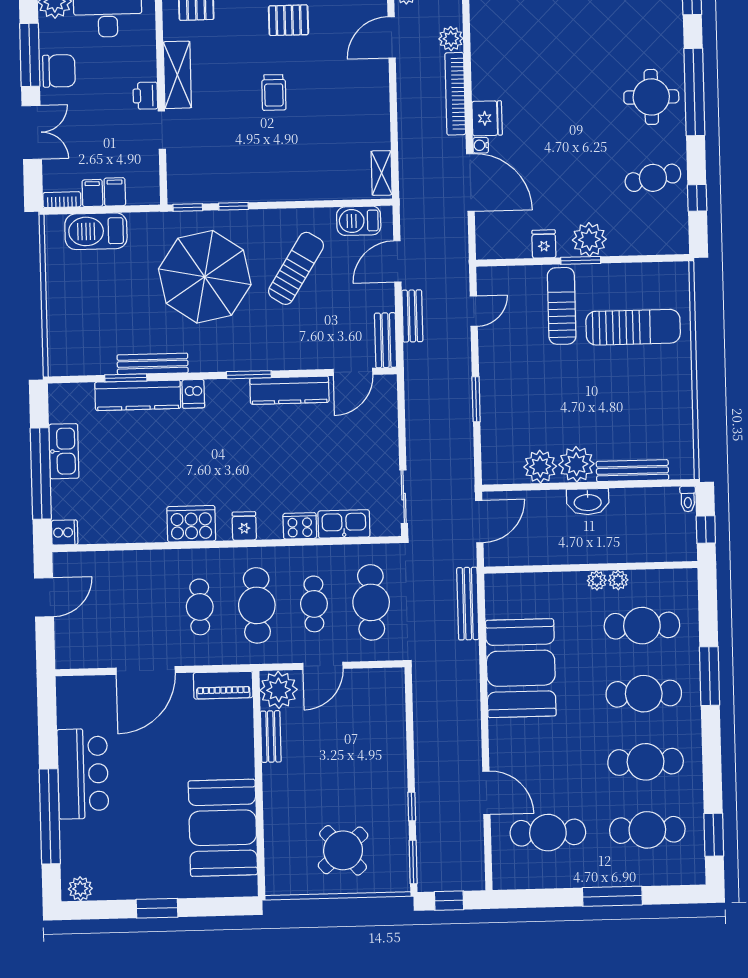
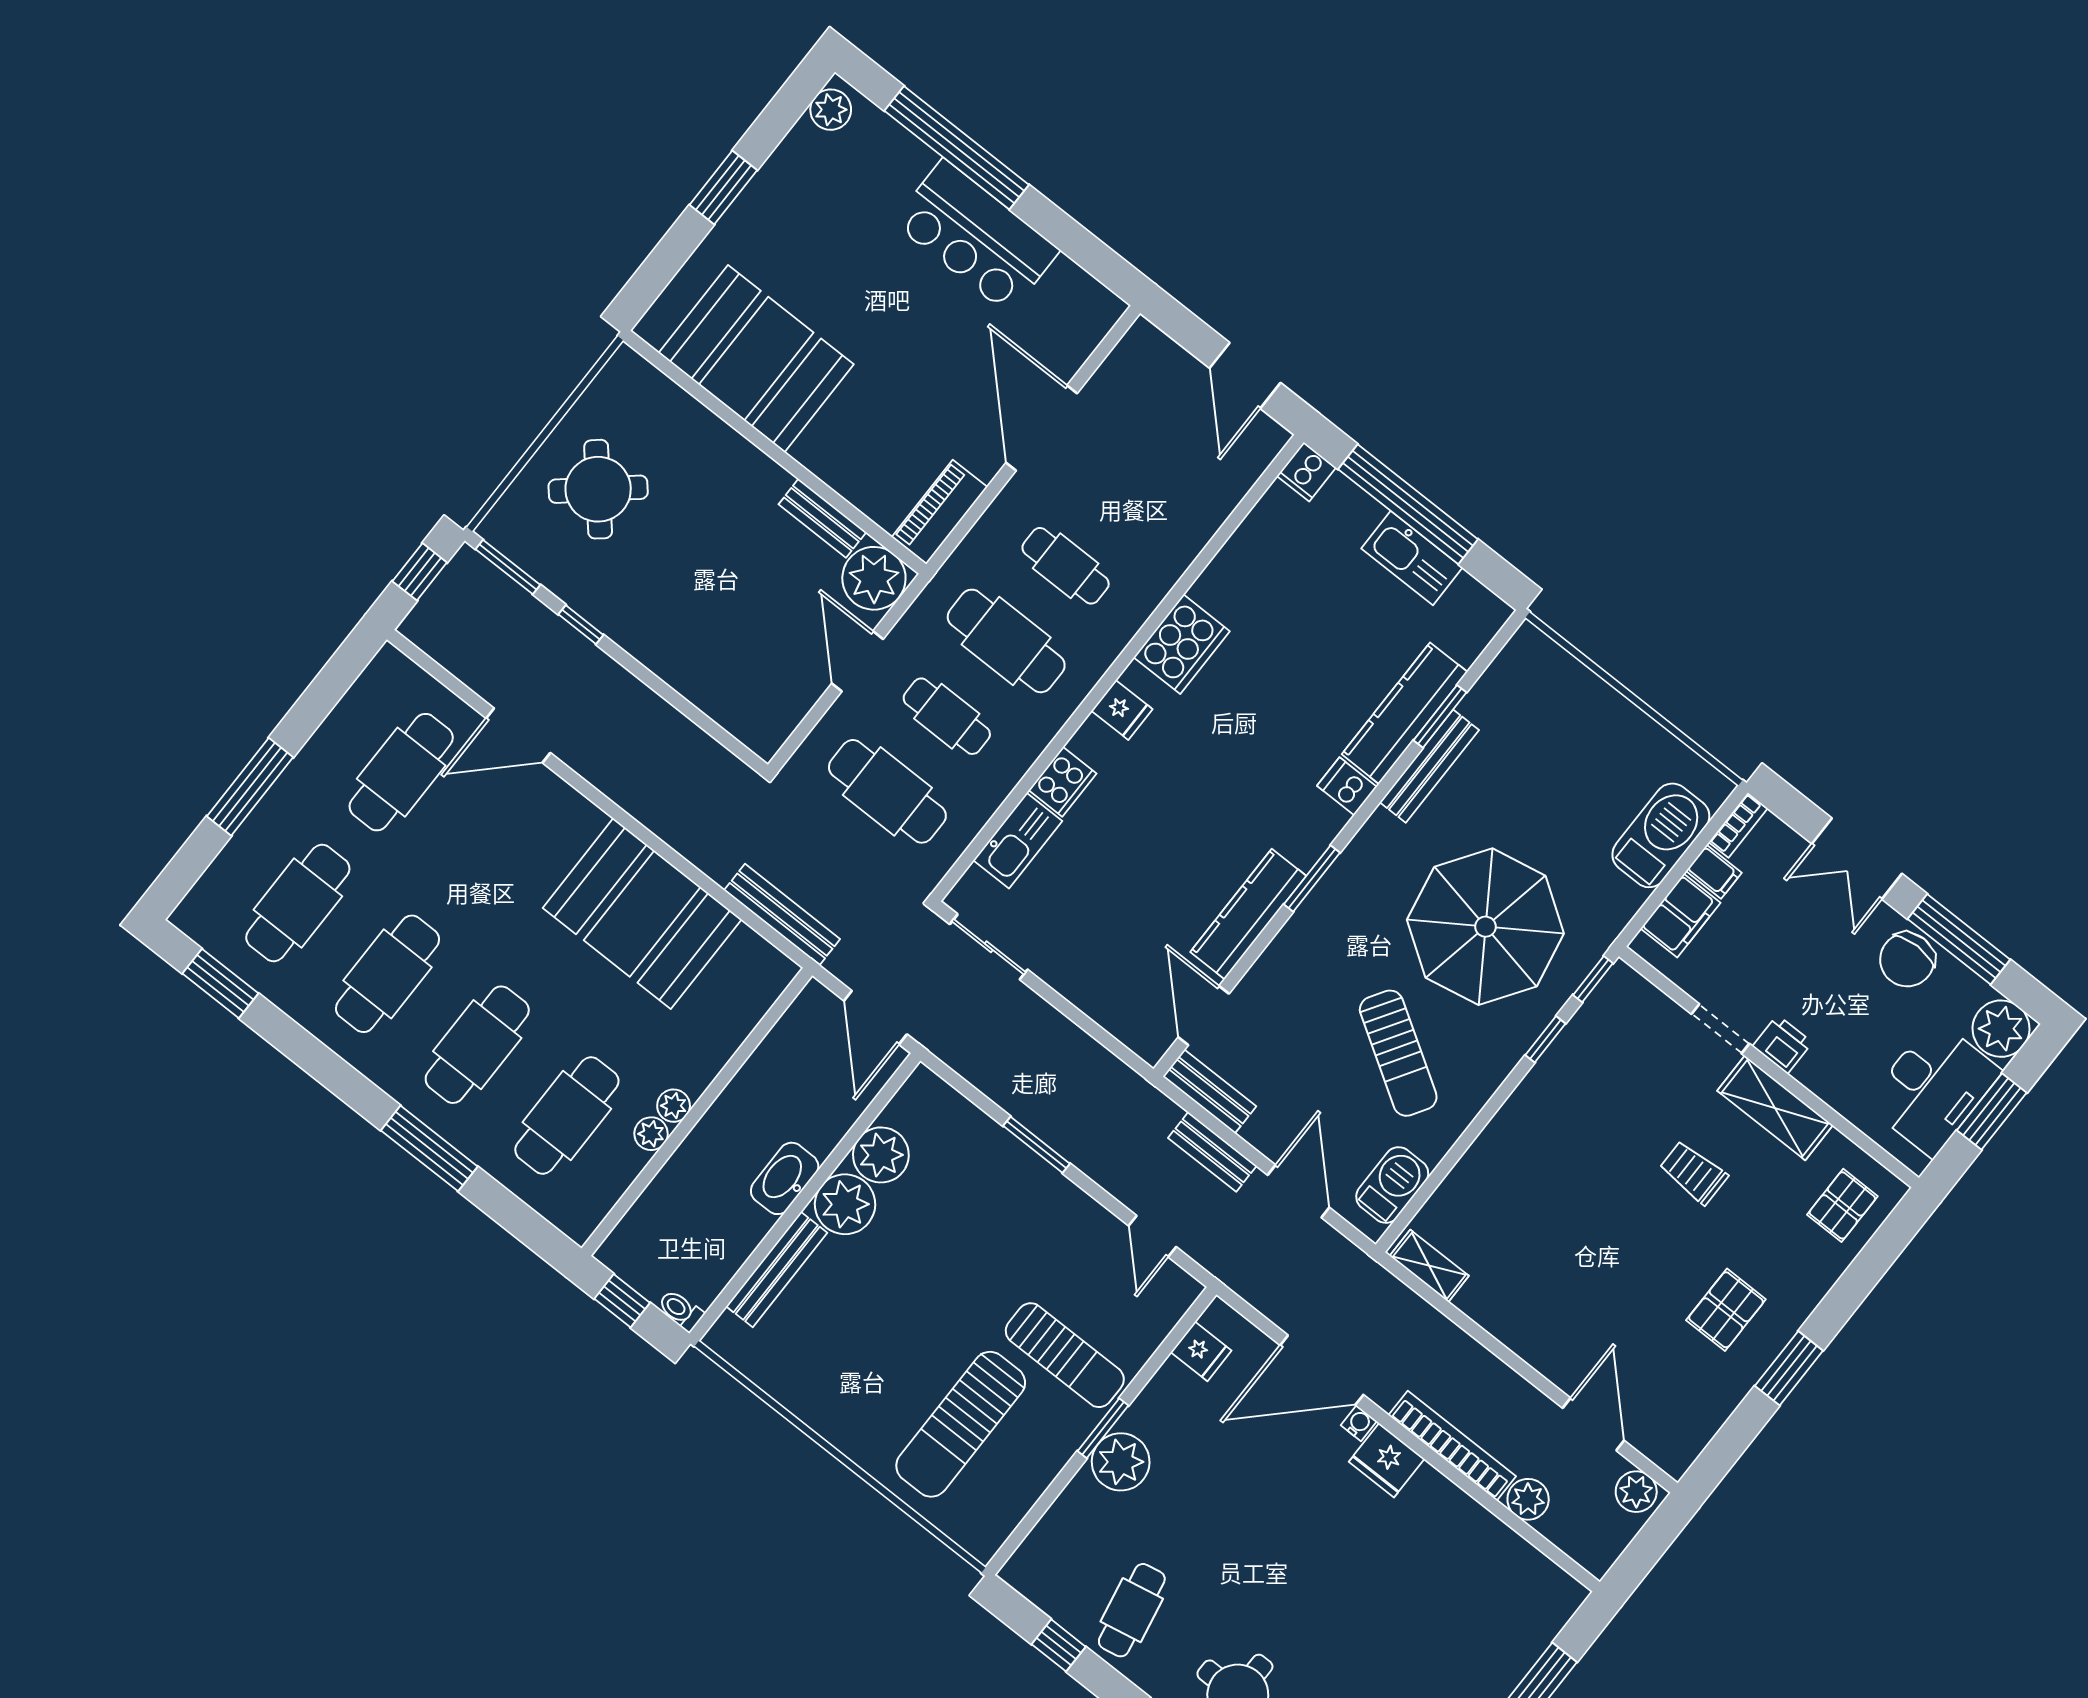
trolley: (274, 92) -> (1693, 1173), moved
filing cabinet: (115, 192) -> (1680, 916), width x2.00
fridge: (544, 244) -> (1201, 1351), moved

